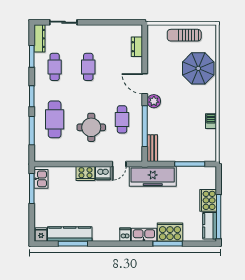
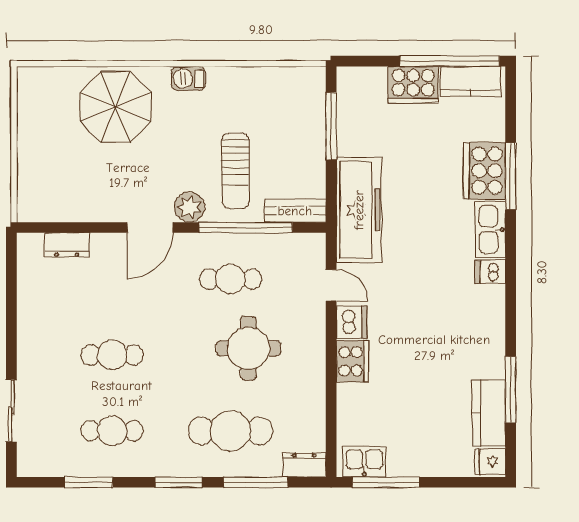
sun lounger: (184, 35) -> (235, 171), moved
dresser: (40, 38) -> (304, 465), moved, width x0.70
barbecue: (211, 121) -> (188, 78), moved
kitchen counter: (70, 234) -> (489, 413), width x0.67

